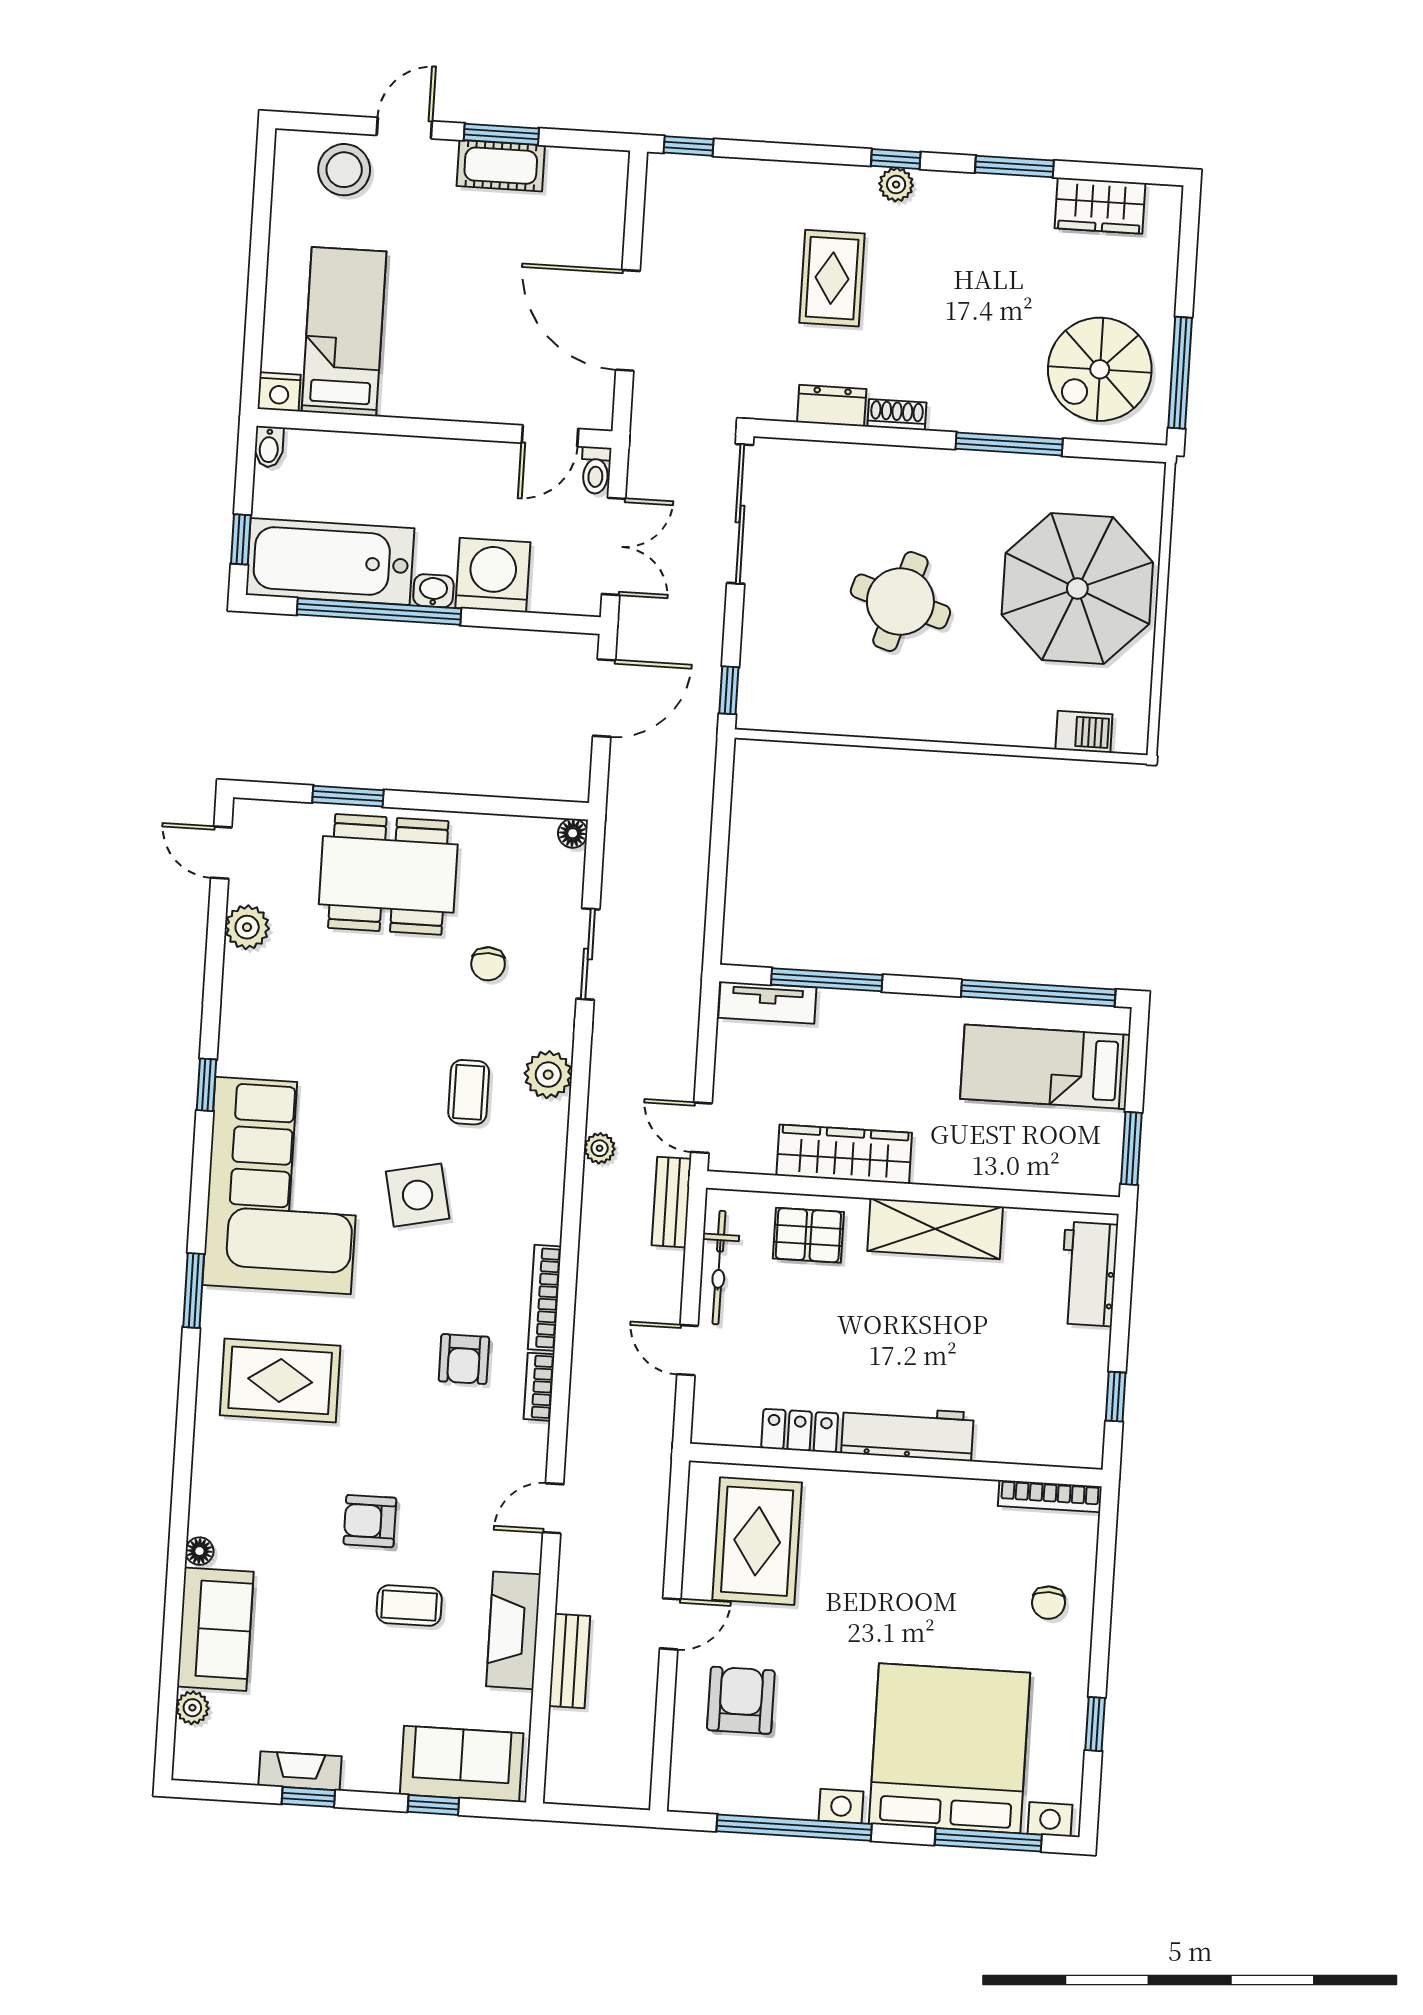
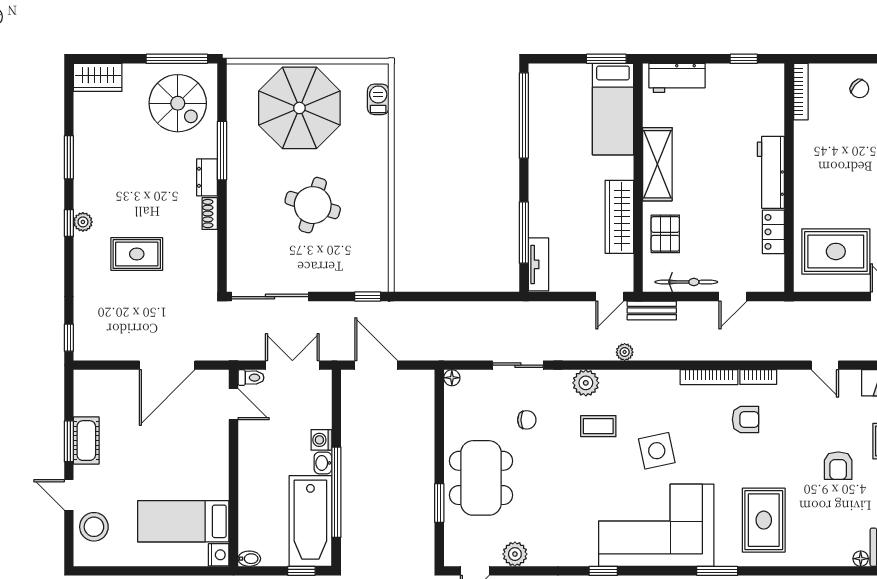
wardrobe: (1100, 206) -> (98, 77), moved, turned 90
dresser: (832, 406) -> (207, 177), moved
washing machine: (493, 575) -> (321, 440), width x0.53, depth x0.53
bed: (1045, 1067) -> (613, 109), moved
chair: (1049, 1603) -> (860, 89), turned 41

